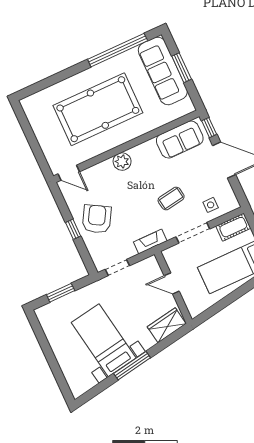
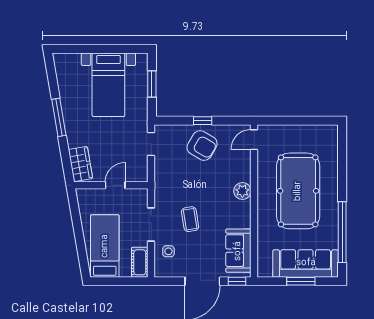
fireplace: (150, 241) -> (161, 184), removed
bed with nightstands: (104, 340) -> (108, 85), moved, turned 100

